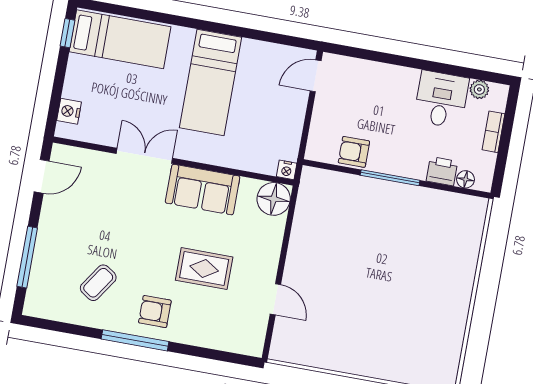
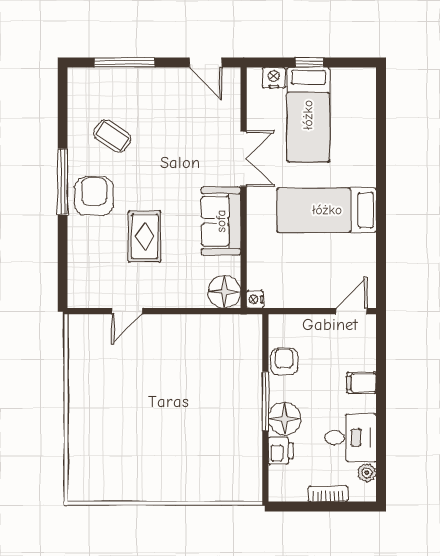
window: (67, 33) -> (309, 62), moved
bed: (120, 39) -> (308, 115), moved
door: (316, 76) -> (351, 311), hinge flipped
filing cabinet: (389, 79) -> (362, 383), added
floor lamp: (466, 179) -> (285, 419), moved, width x1.89, depth x1.89
armchair: (155, 312) -> (94, 196), width x1.38, depth x1.38

